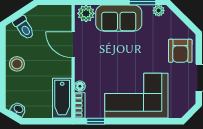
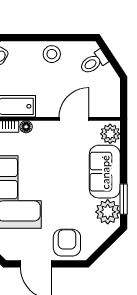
plant: (159, 10) -> (108, 212), width x1.87, depth x1.87
armchair: (180, 51) -> (67, 243), turned 90

